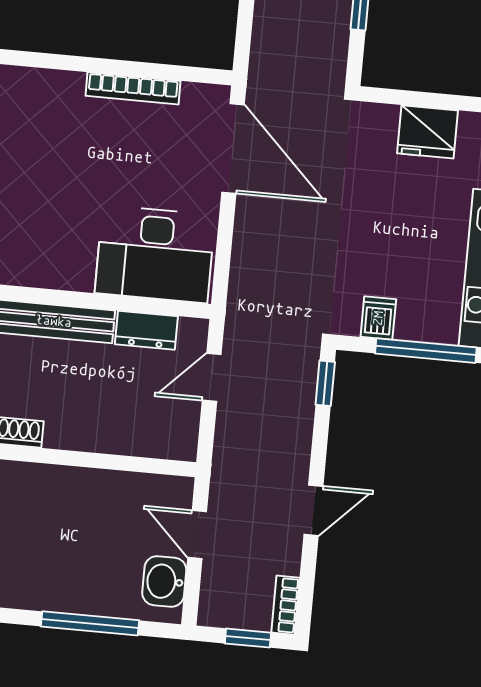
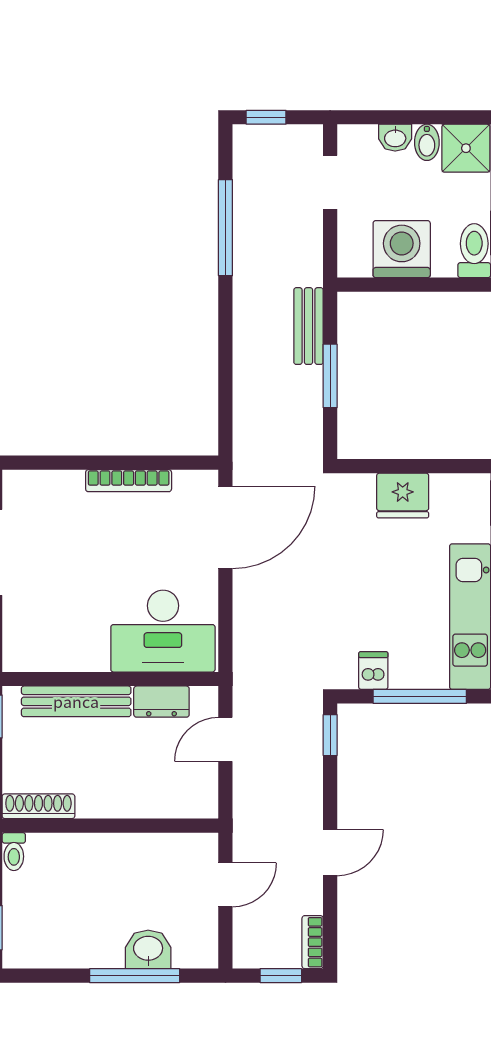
door: (233, 148) -> (225, 527), hinge flipped
door: (197, 535) -> (225, 885), swing flipped
washbasin: (164, 581) -> (148, 949), moved, turned 90

